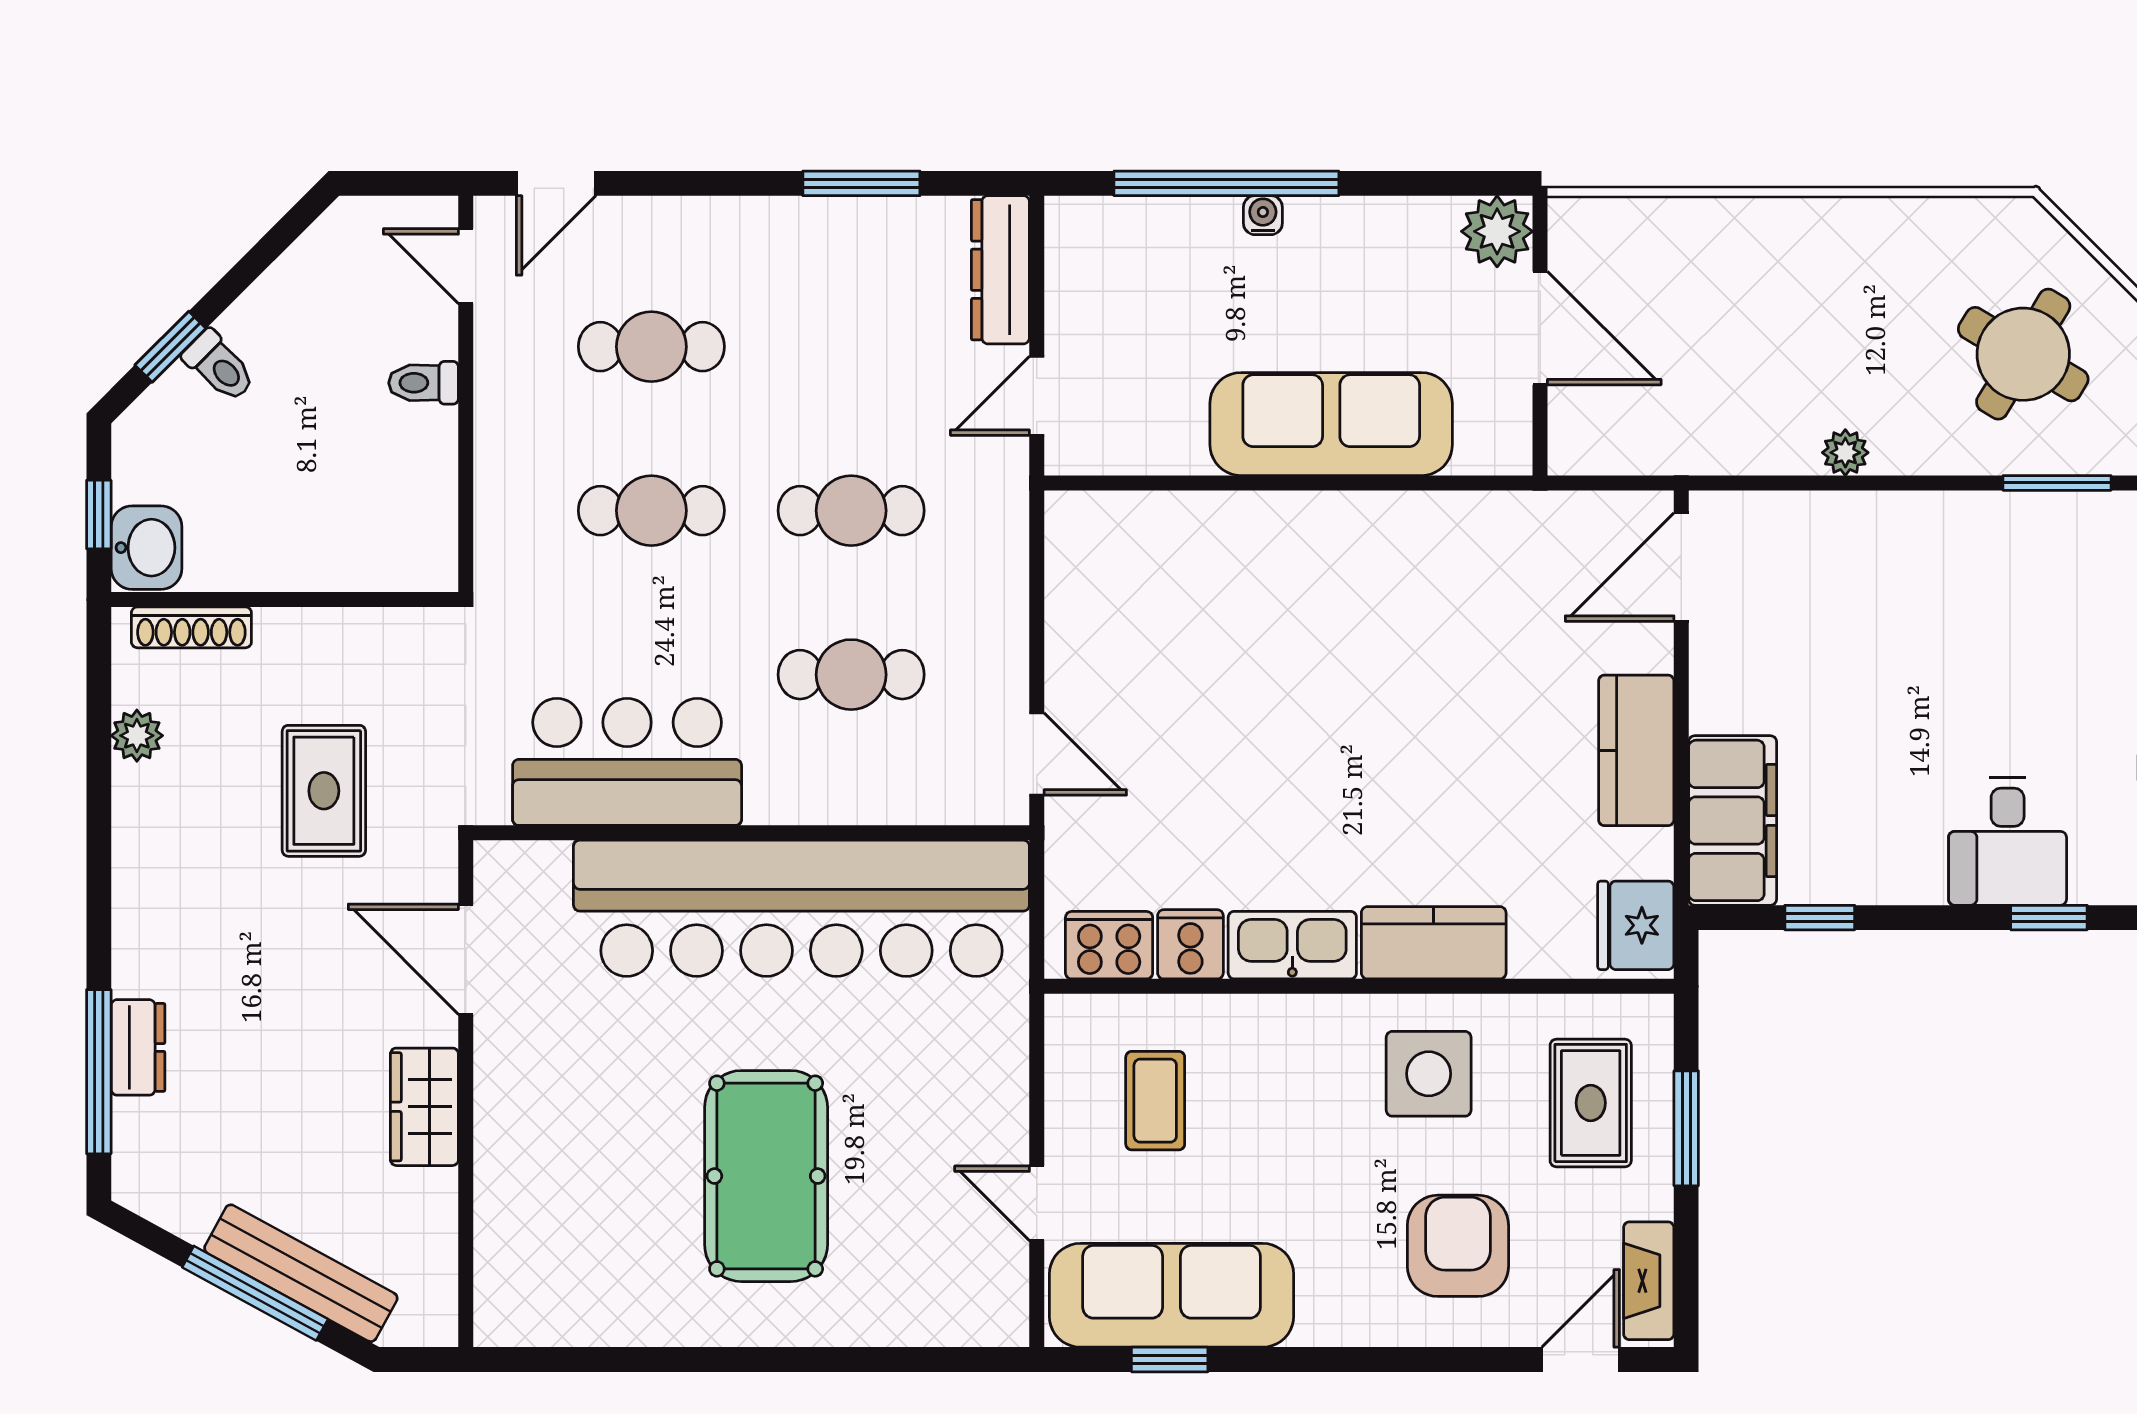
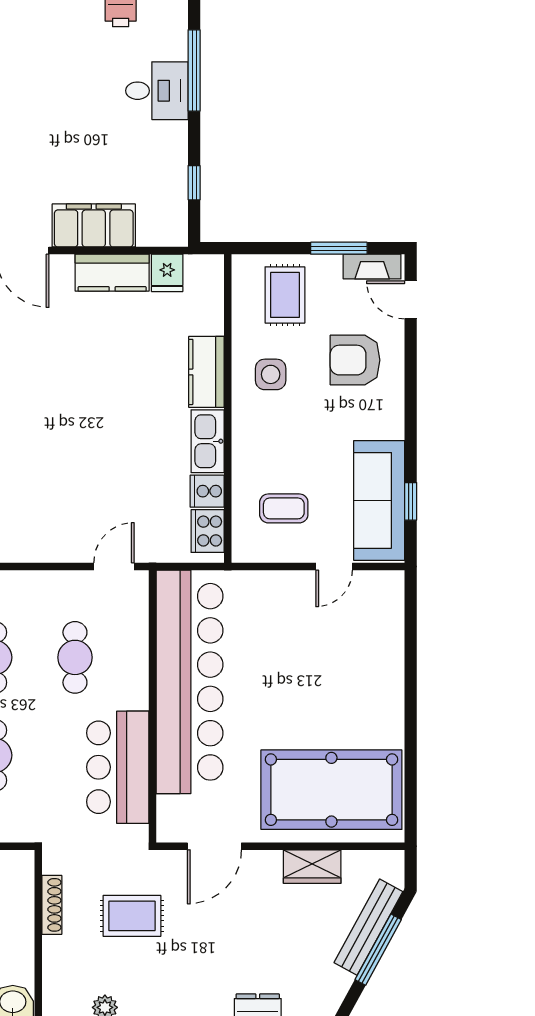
shoe rack: (191, 627) -> (52, 905), moved
filing cabinet: (1733, 820) -> (94, 225), moved
window: (2049, 918) -> (194, 70), width x2.17
fridge: (1636, 925) -> (167, 273), moved, width x0.72
side table: (1429, 1074) -> (271, 374), width x0.73, depth x0.73
rug: (1591, 1103) -> (285, 295), turned 90
wardrobe: (424, 1107) -> (312, 867), moved
window: (1686, 1128) -> (339, 248), moved
pool table: (766, 1176) -> (331, 790), moved, width x1.36, depth x1.32

